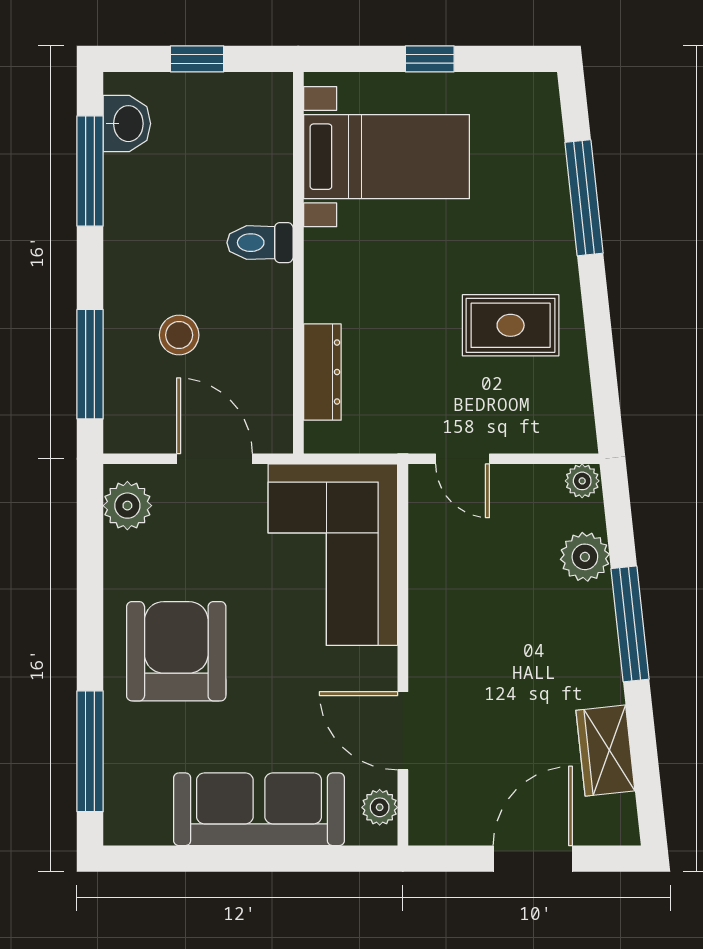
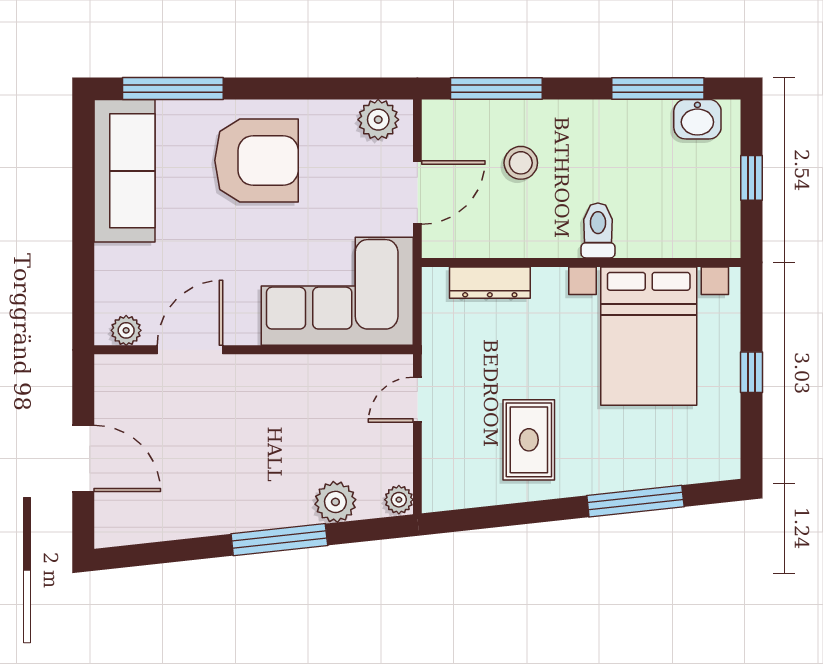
bed with nightstands: (386, 157) -> (649, 336), width x1.36
wardrobe: (605, 751) -> (174, 519), removed
sofa: (259, 809) -> (124, 171), moved

